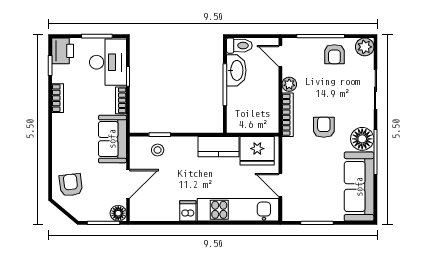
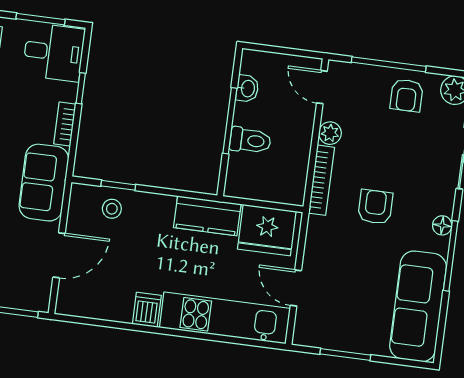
toilet: (239, 46) -> (250, 140), moved
desk: (108, 62) -> (54, 52), width x0.73
washbasin: (236, 70) -> (247, 89), width x0.52, depth x0.69
floor lamp: (362, 139) -> (442, 225), width x0.53, depth x0.53
floor lamp: (118, 213) -> (38, 299), removed

